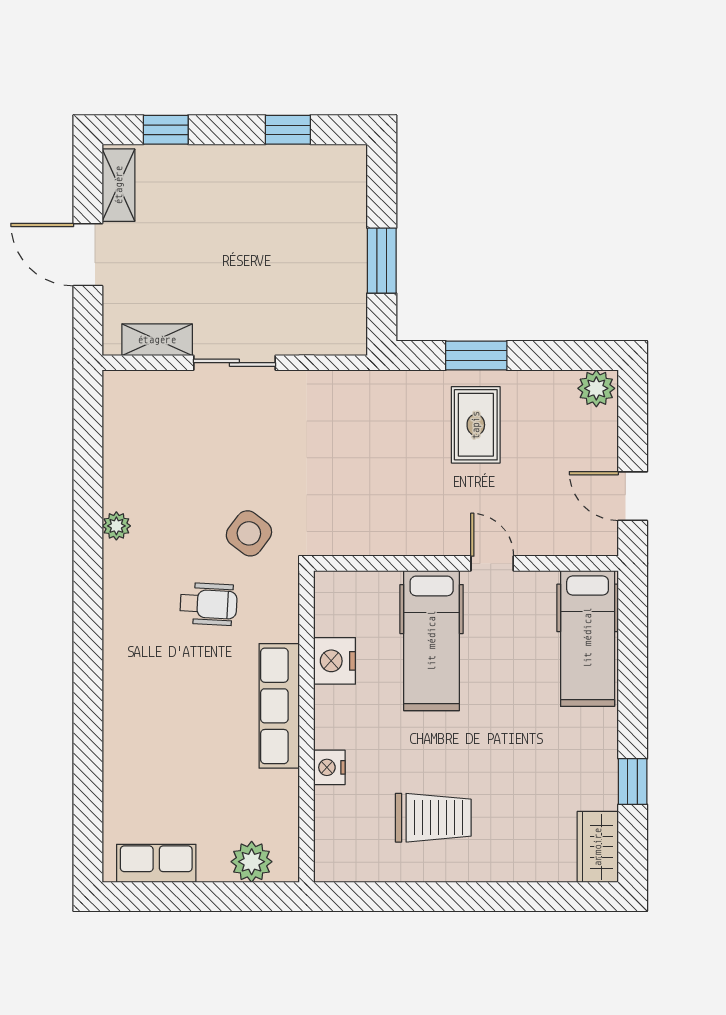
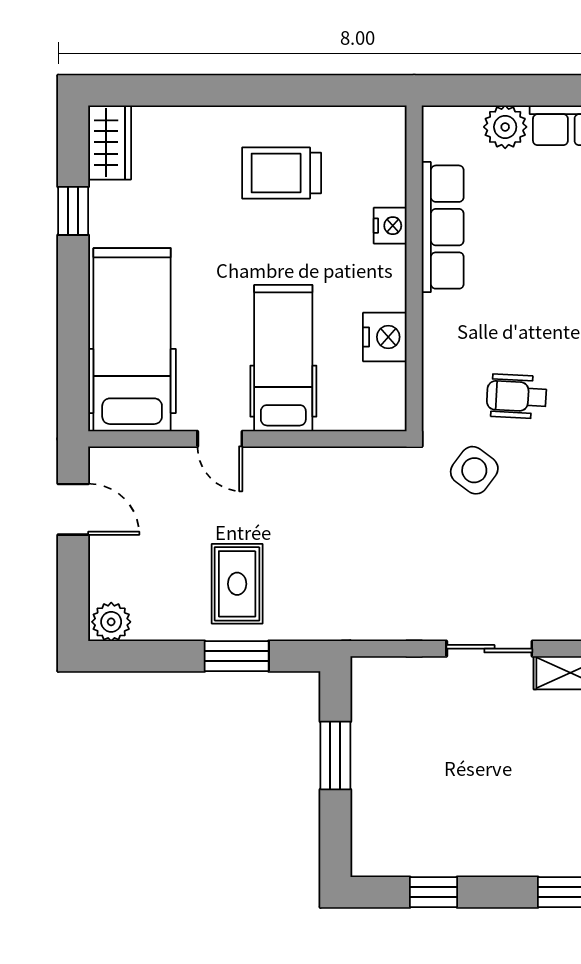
hospital bed: (588, 638) -> (132, 340), width x1.37, depth x1.29
row of seats: (279, 706) -> (443, 227), moved
plant: (252, 862) -> (505, 127), moved

